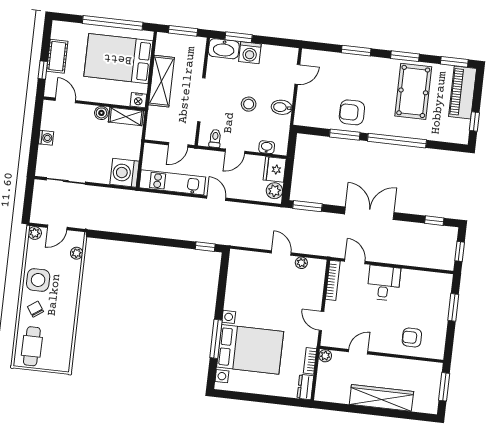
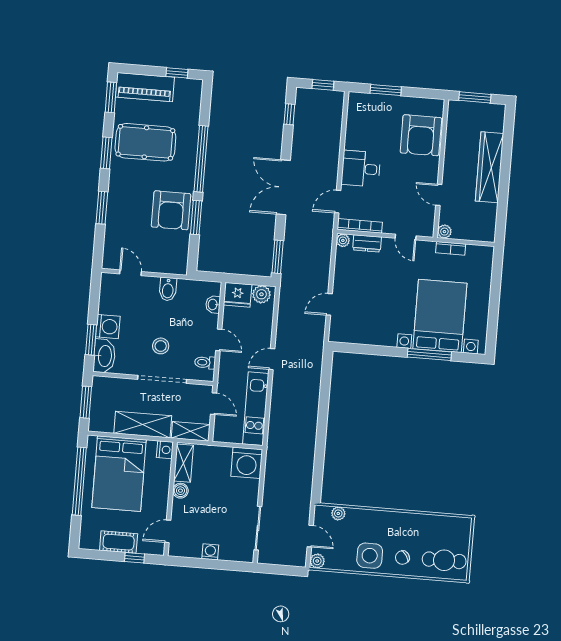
stool: (249, 104) -> (161, 346), moved
armchair: (352, 112) -> (171, 210), width x1.36, depth x1.36
shelving: (154, 124) -> (191, 431), added
window: (205, 247) -> (326, 370), removed
door: (281, 253) -> (329, 304), moved
plant: (301, 263) -> (343, 240), moved
door: (321, 321) -> (406, 237), hinge flipped
armchair: (412, 338) -> (421, 135), width x1.88, depth x1.88
dresser: (305, 387) -> (367, 243), moved

